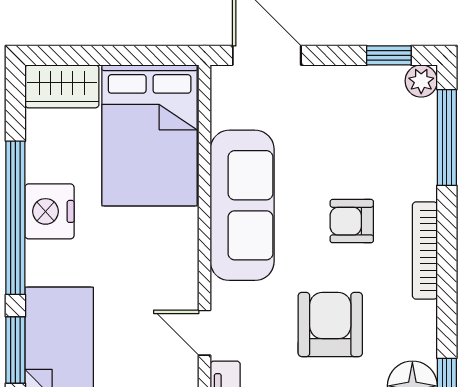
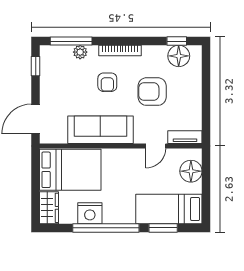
plant: (421, 81) -> (80, 52), moved
nightstand: (49, 211) -> (90, 213), moved

